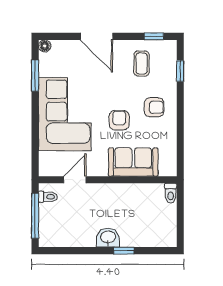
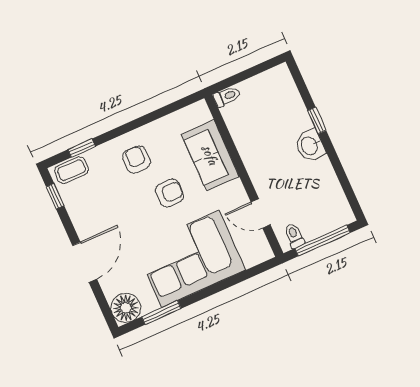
floor lamp: (45, 46) -> (126, 308), width x1.89, depth x1.89
coffee table: (142, 64) -> (71, 170), moved
armchair: (119, 120) -> (169, 193), turned 180

